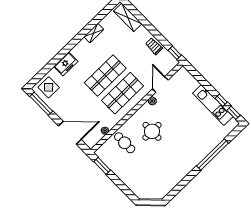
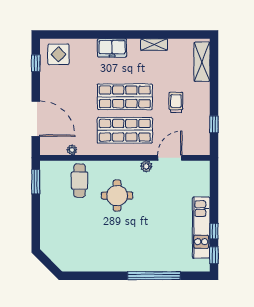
trolley: (154, 46) -> (176, 102), moved
window: (175, 53) -> (214, 124), moved
freezer: (66, 64) -> (112, 48), moved
window: (41, 104) -> (36, 63), width x0.46

